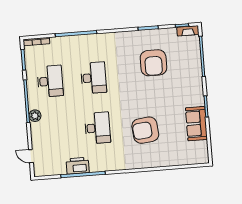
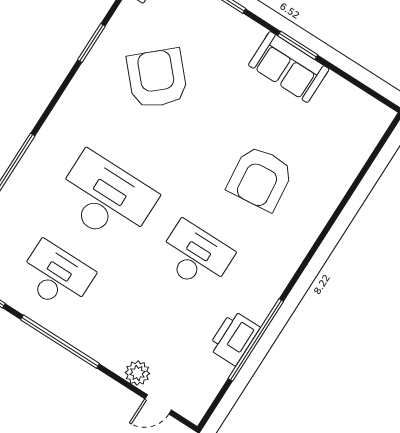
armchair: (153, 63) -> (157, 78), turned -132
desk: (94, 78) -> (106, 199), width x1.36, depth x1.30
plant: (35, 116) -> (137, 373), moved
sofa: (196, 124) -> (289, 67), moved

